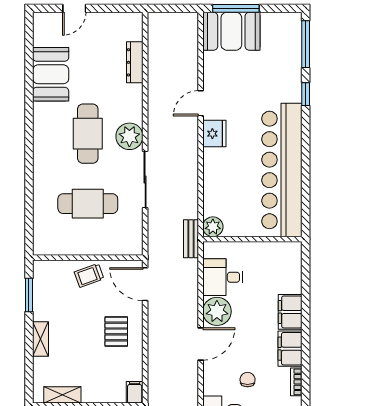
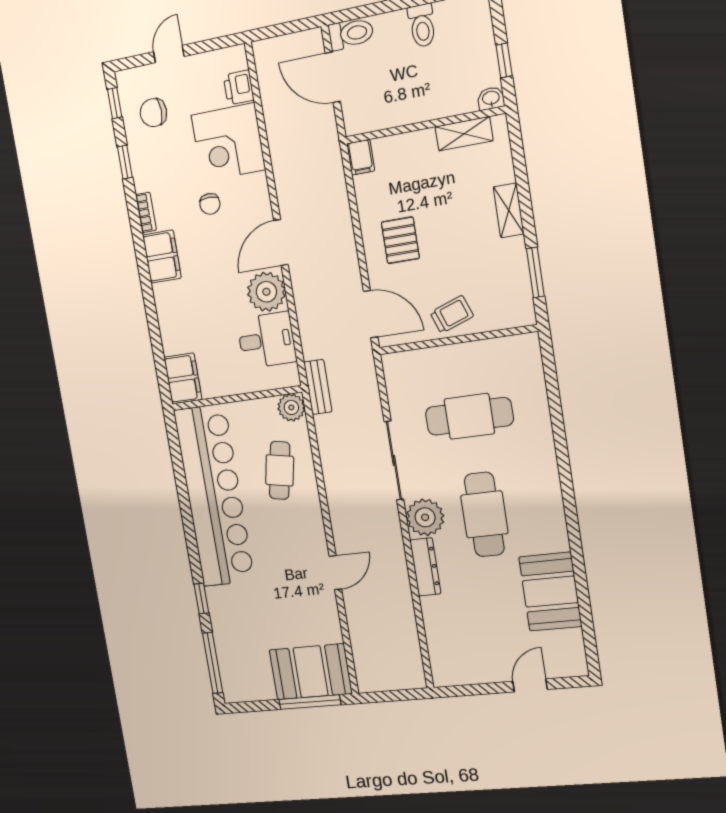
dresser: (135, 62) -> (425, 567), moved
fridge: (214, 134) -> (310, 534), removed
cafe table: (229, 183) -> (280, 470), added
filing cabinet: (290, 312) -> (183, 378), moved

